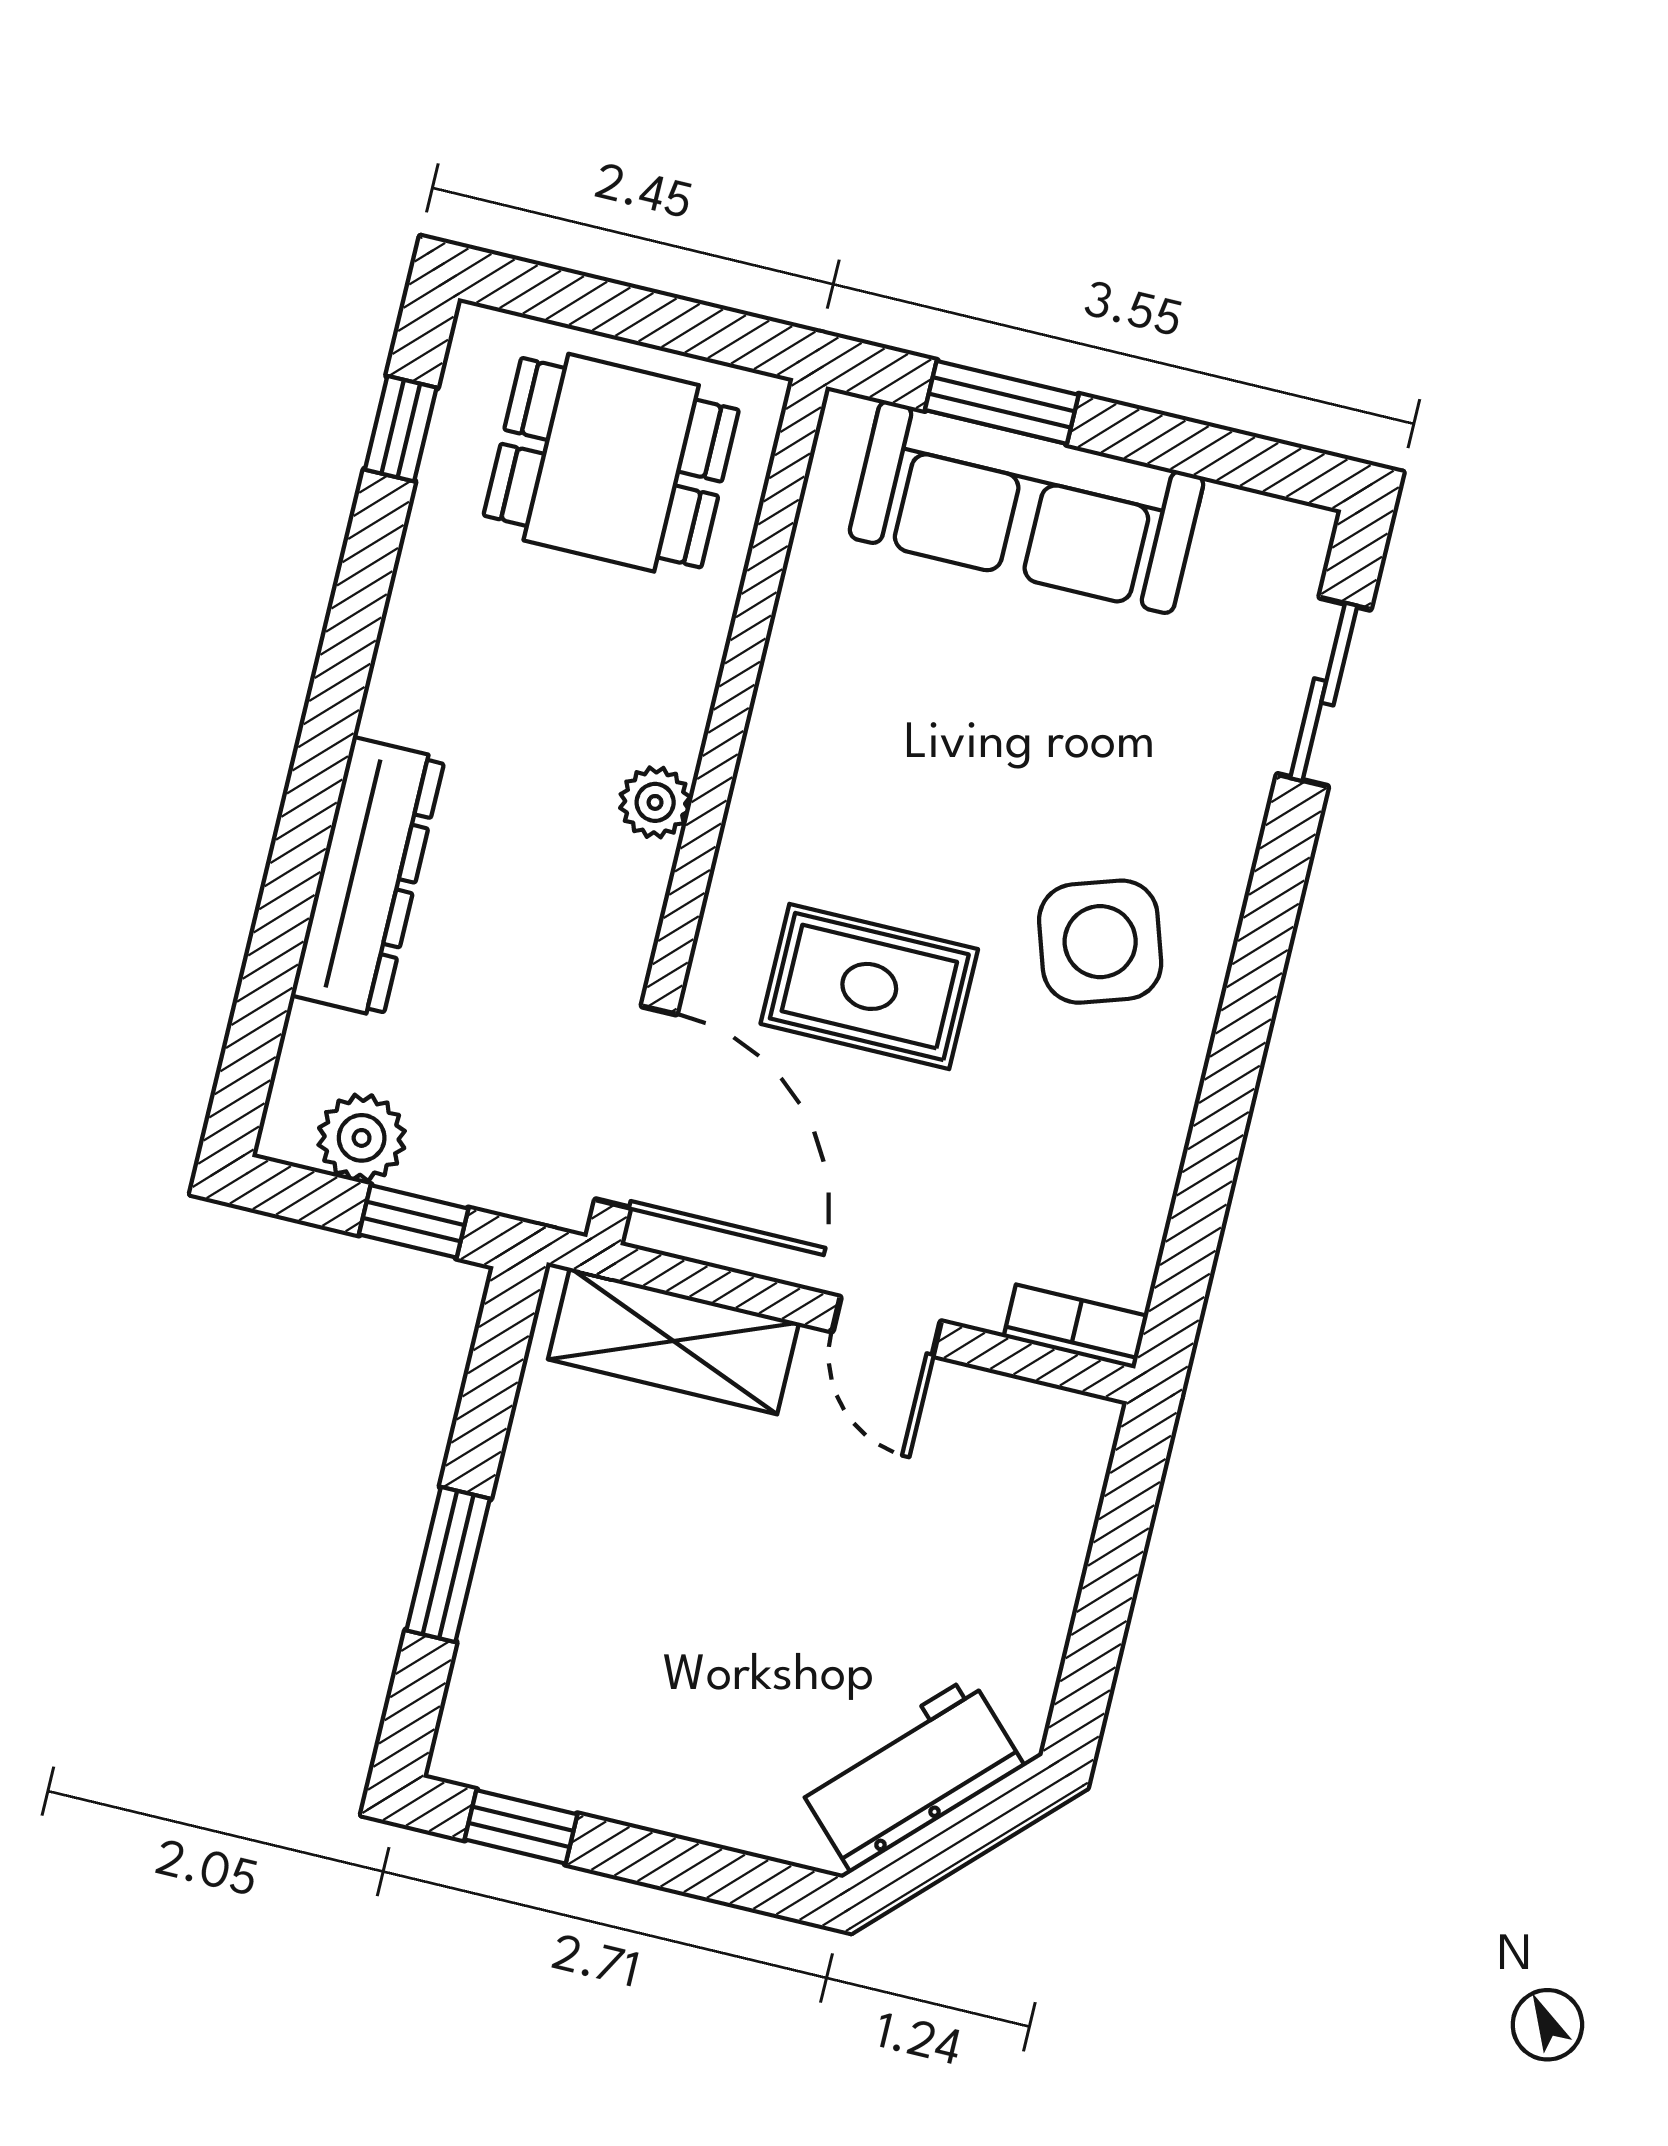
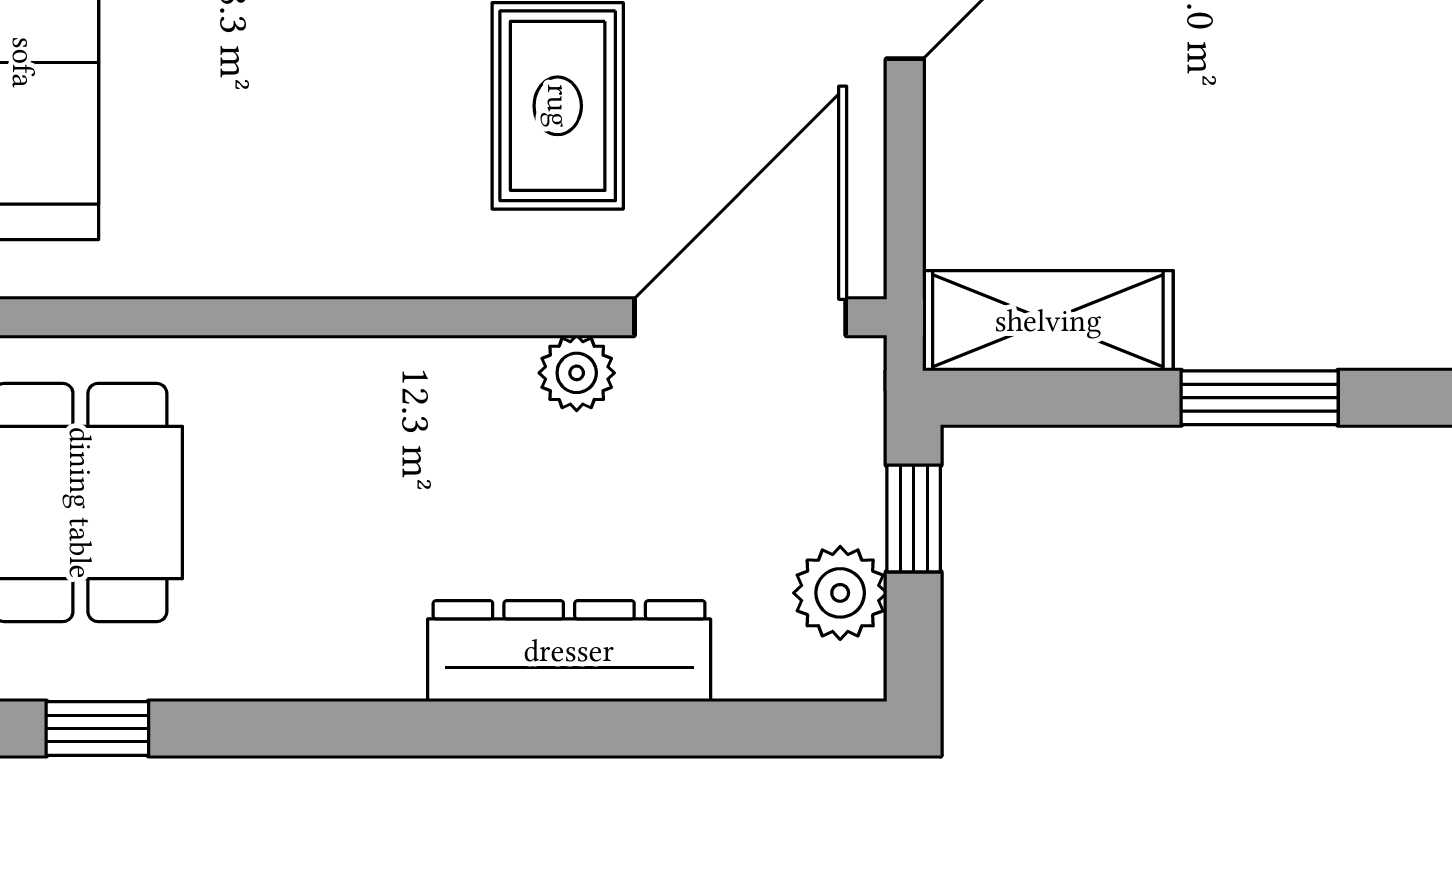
plant: (655, 802) -> (577, 373), moved
shelving: (673, 1341) -> (1048, 321), moved, turned 90

